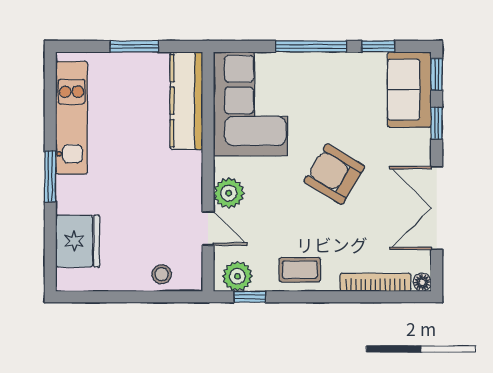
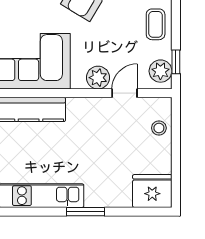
fridge: (78, 241) -> (152, 191), moved

